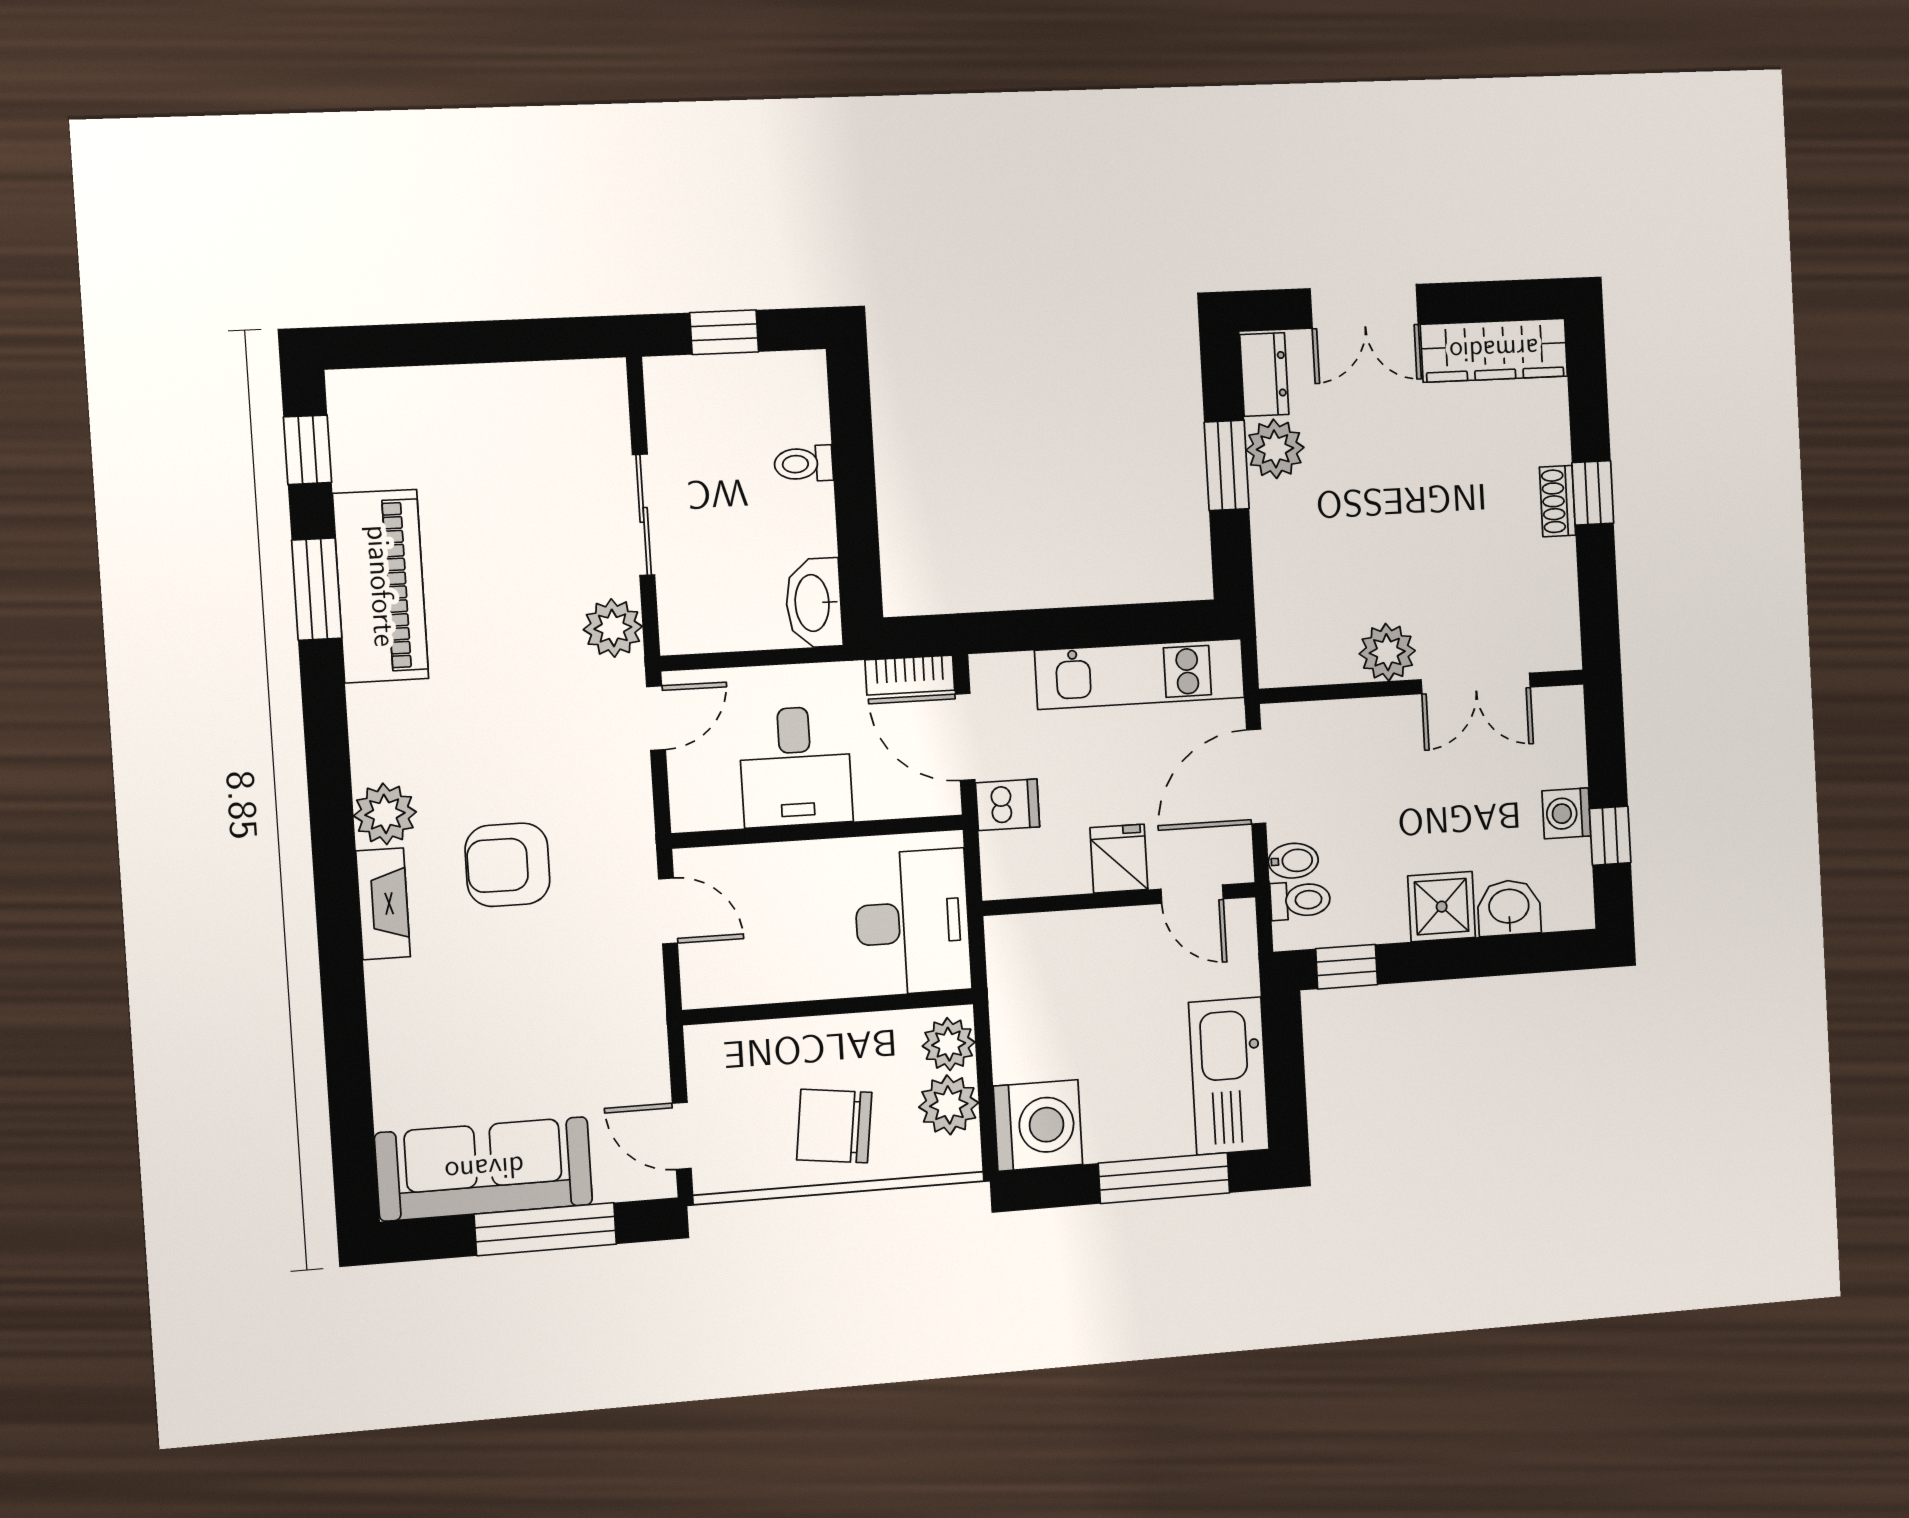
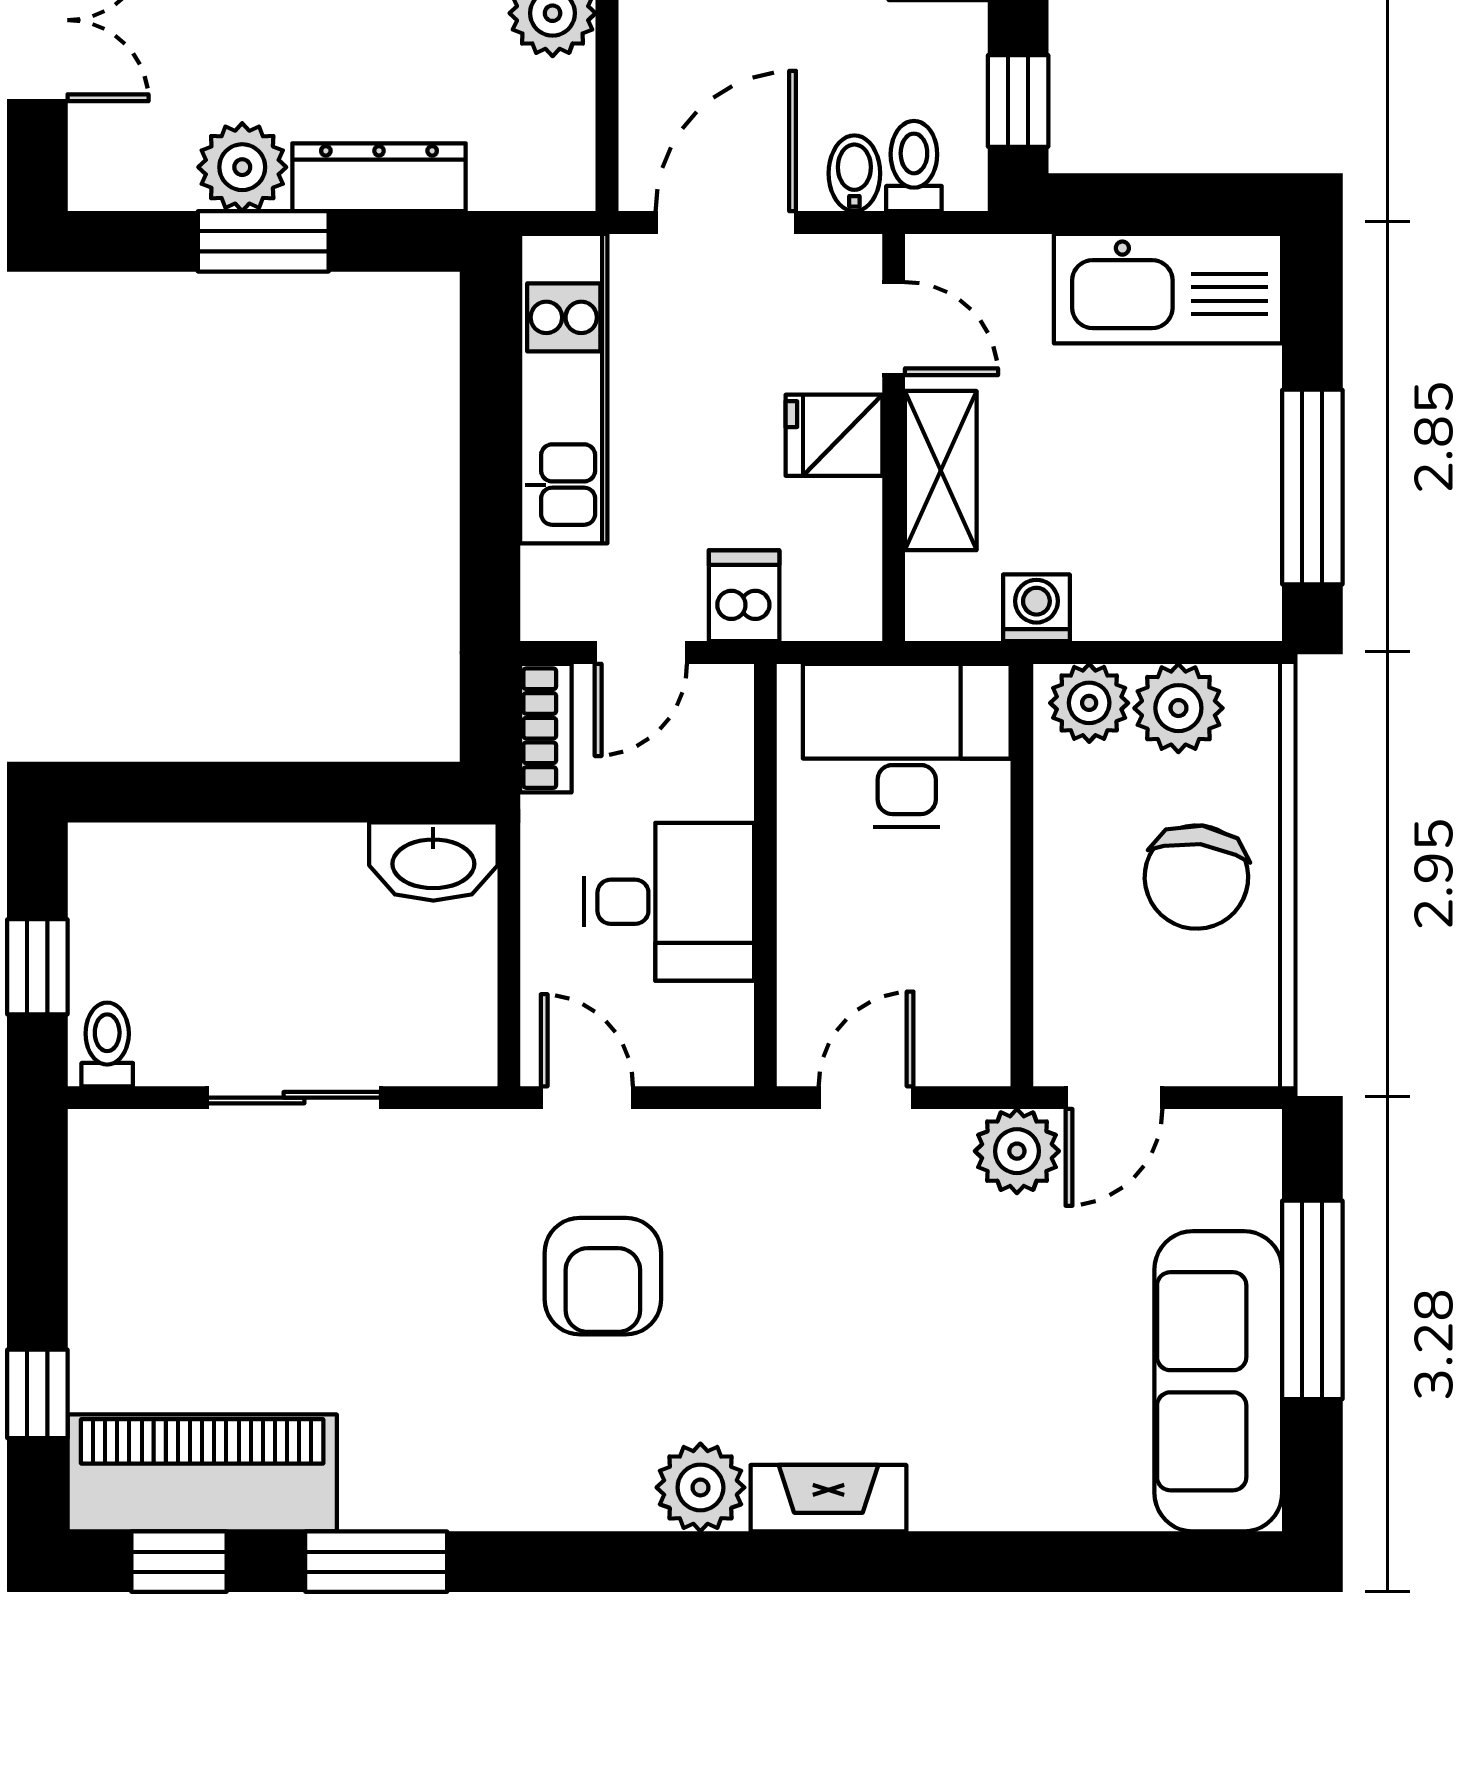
window: (422, 344) -> (37, 1394), added
dresser: (1264, 375) -> (379, 177), moved, width x1.44
toilet: (804, 464) -> (107, 1044), moved, turned 180
piano: (381, 586) -> (202, 1473), moved
plant: (613, 628) -> (1017, 1151), moved
door: (965, 737) -> (641, 653), width x0.73
door: (1256, 777) -> (726, 223), swing flipped
armchair: (508, 865) -> (603, 1276), moved
door: (1192, 894) -> (894, 329), hinge flipped
shelving: (1099, 932) -> (941, 471), added
washing machine: (1038, 1125) -> (1036, 608), moved, width x0.53, depth x0.53
door: (682, 1136) -> (1114, 1098), moved
window: (1164, 1178) -> (1312, 487), moved

